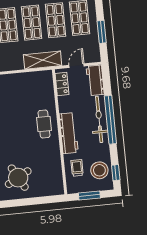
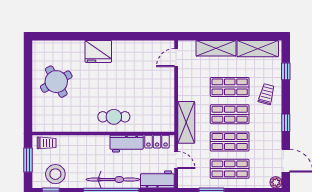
workbench: (69, 133) -> (127, 144), moved, width x0.73
trolley: (77, 168) -> (47, 143), moved

